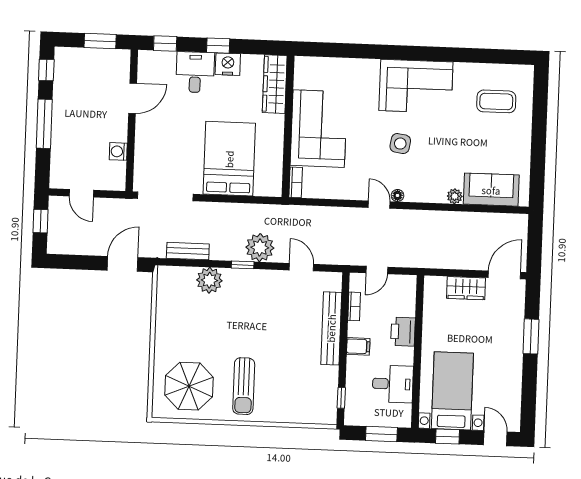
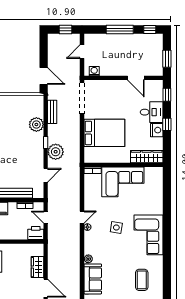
washing machine: (118, 151) -> (94, 71), moved
printer: (403, 332) -> (36, 233), moved

